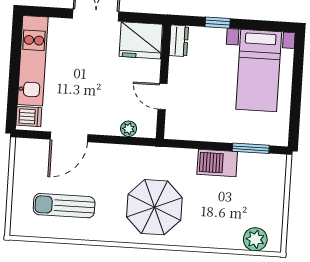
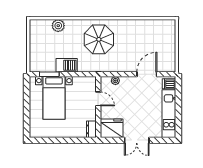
window: (218, 23) -> (71, 140), removed
bed with nightstands: (259, 70) -> (54, 98), moved, turned 180
sun lounger: (64, 206) -> (147, 37), removed
plant: (255, 239) -> (58, 26), moved

